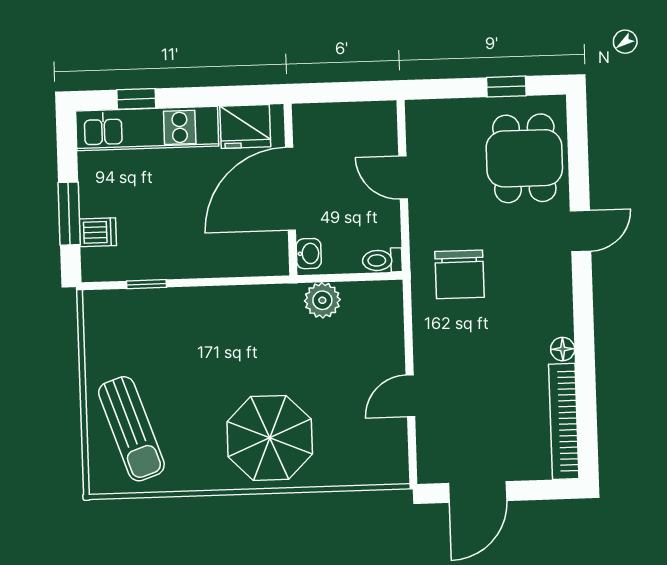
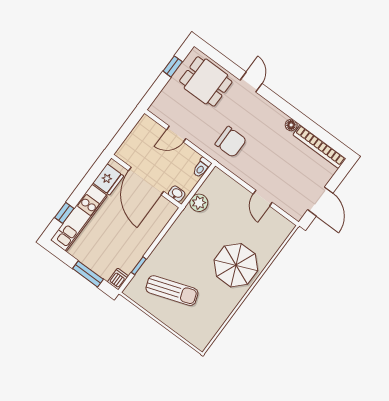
dishwasher: (98, 232) -> (118, 279), moved
sun lounger: (131, 429) -> (172, 291), moved

